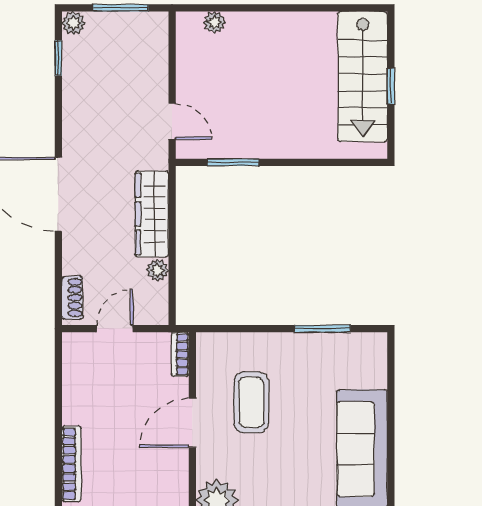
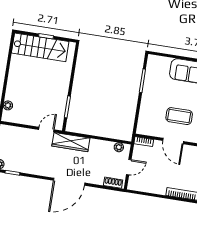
wardrobe: (152, 214) -> (71, 142), moved
plant: (158, 270) -> (119, 147), moved
door: (115, 329) -> (129, 167), swing flipped
coffee table: (251, 402) -> (179, 116), moved

